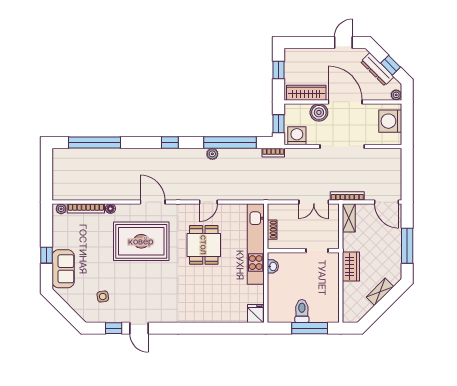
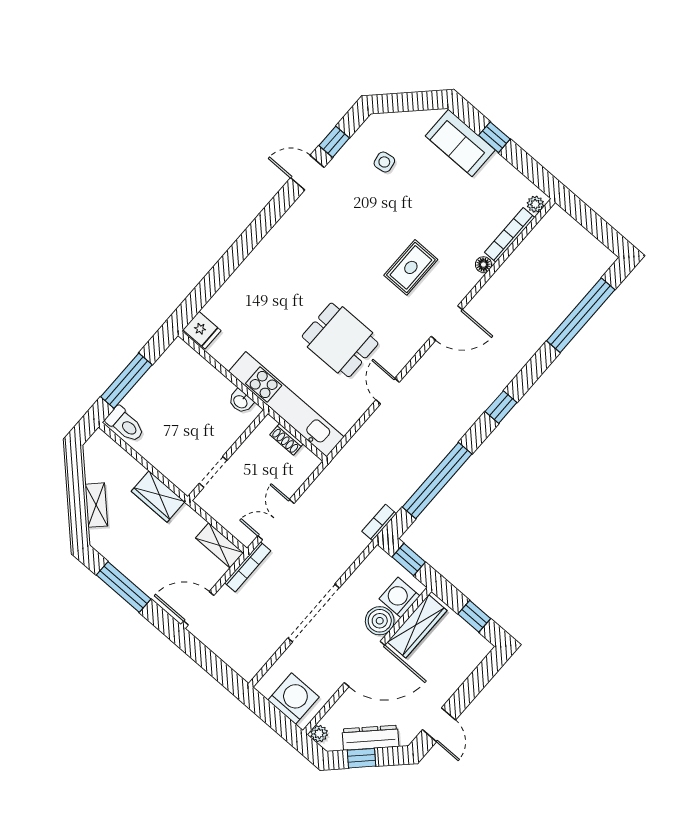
washing machine: (297, 136) -> (399, 597), moved, turned 180
plant: (212, 154) -> (442, 447), removed
rug: (141, 241) -> (411, 267), width x0.54, depth x0.49
toilet: (302, 311) -> (125, 424), moved

